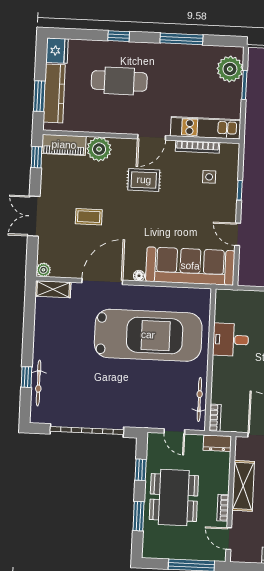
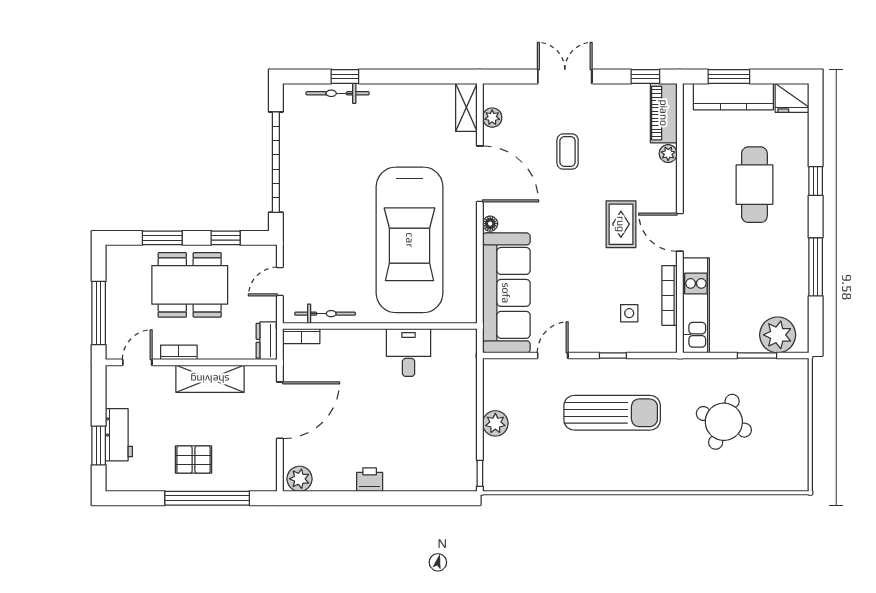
plant: (99, 149) -> (668, 154), width x0.53, depth x0.53
plant: (43, 270) -> (492, 118), moved

